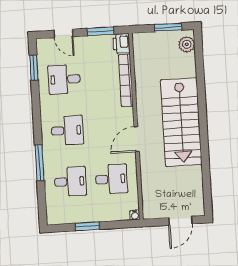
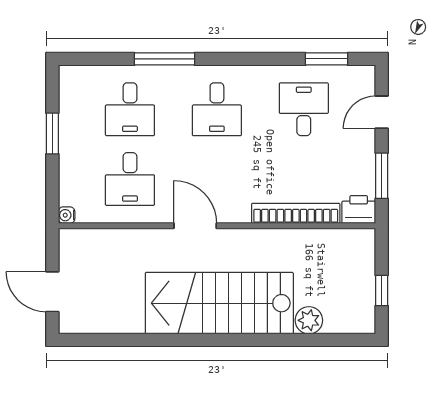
window: (168, 27) -> (382, 291), width x0.67
plant: (187, 44) -> (309, 320), moved

